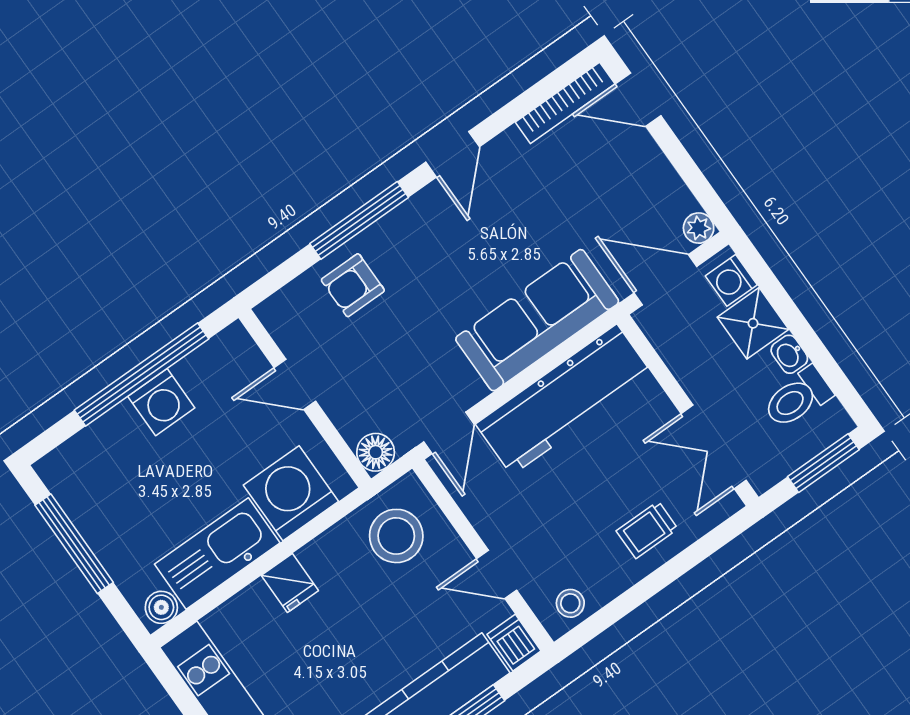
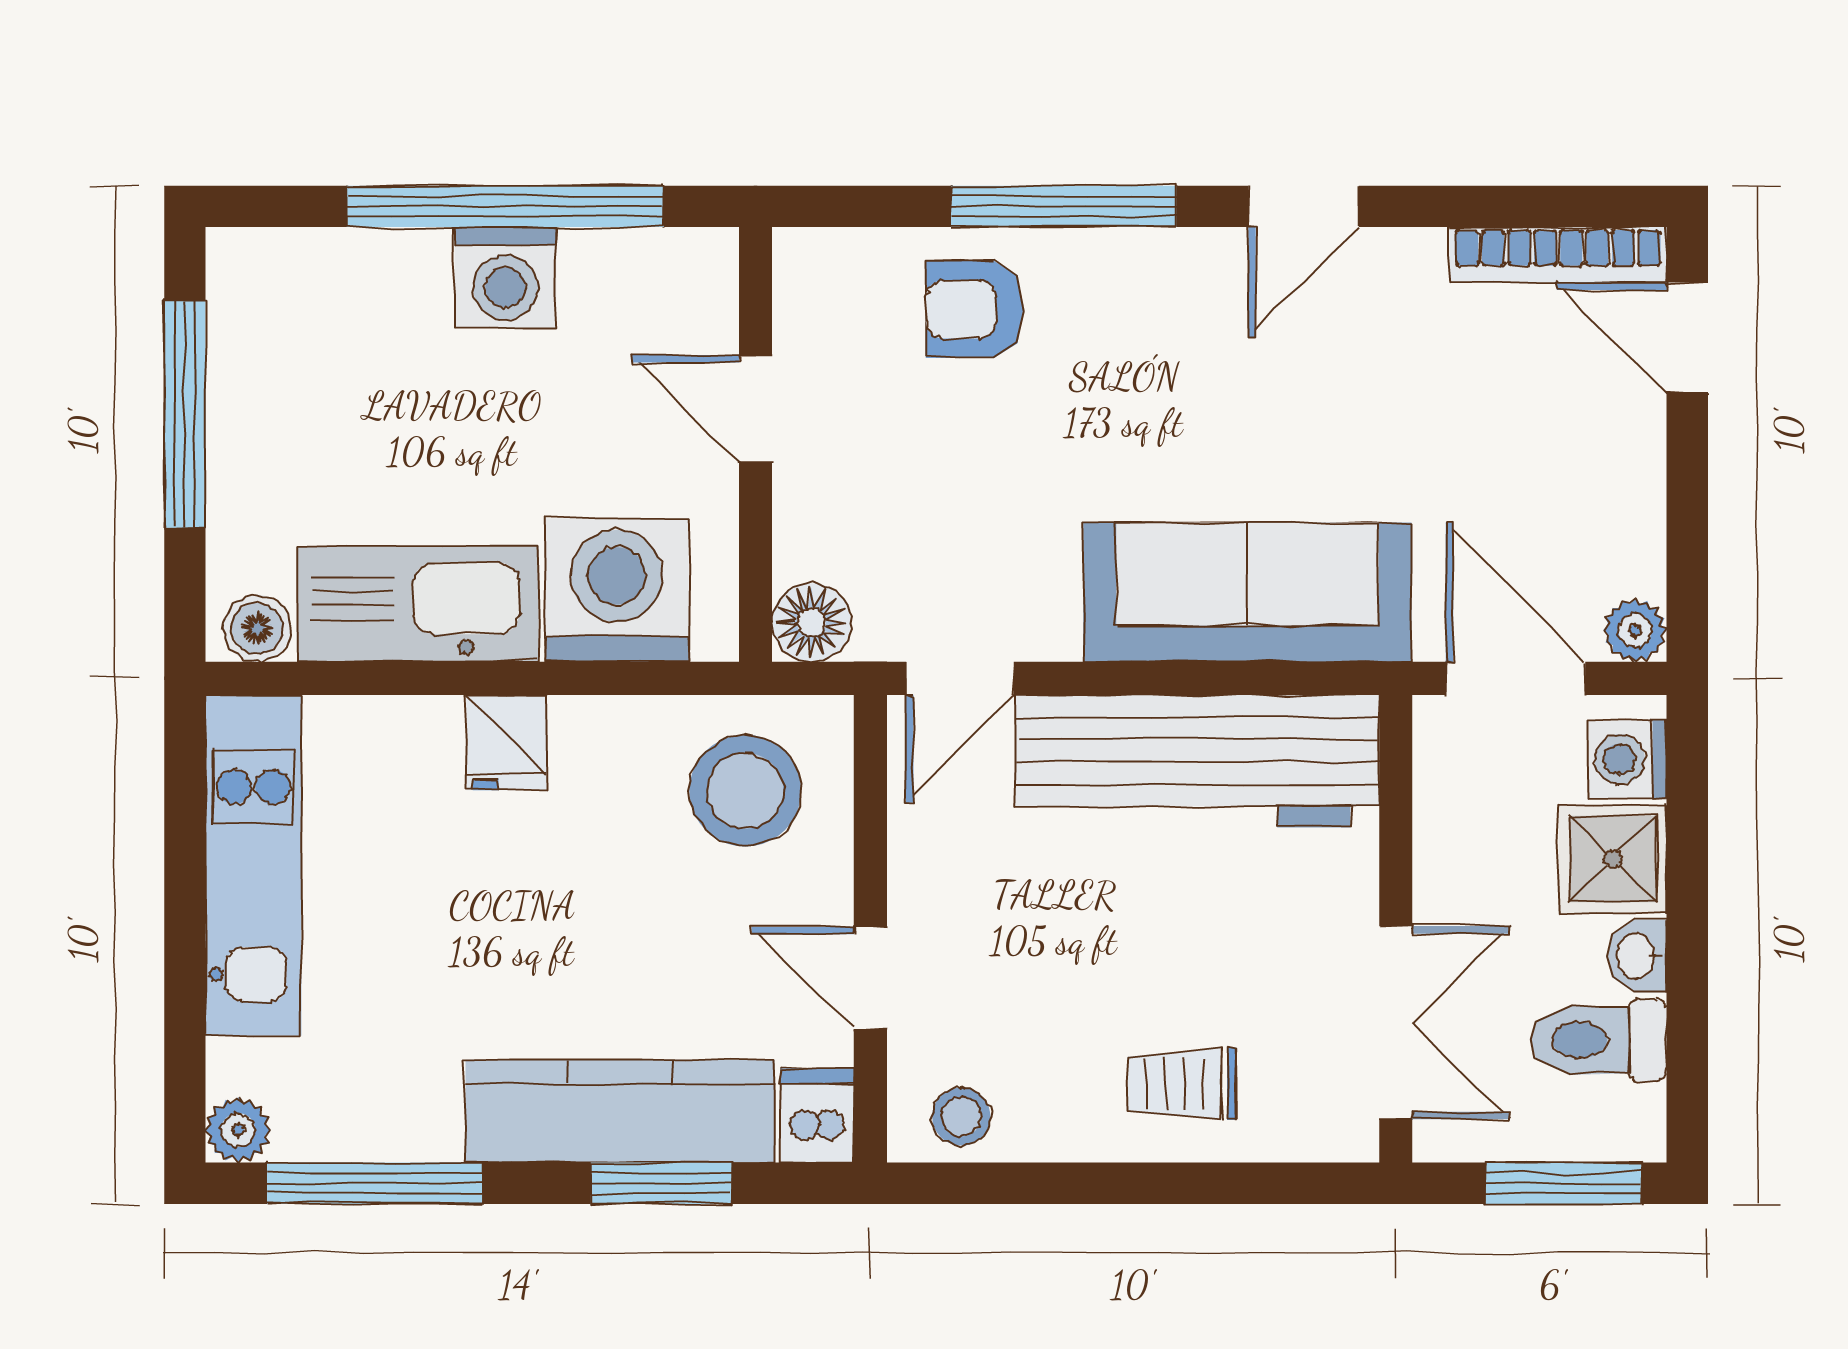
double door: (714, 447) -> (1396, 1023), swing flipped

